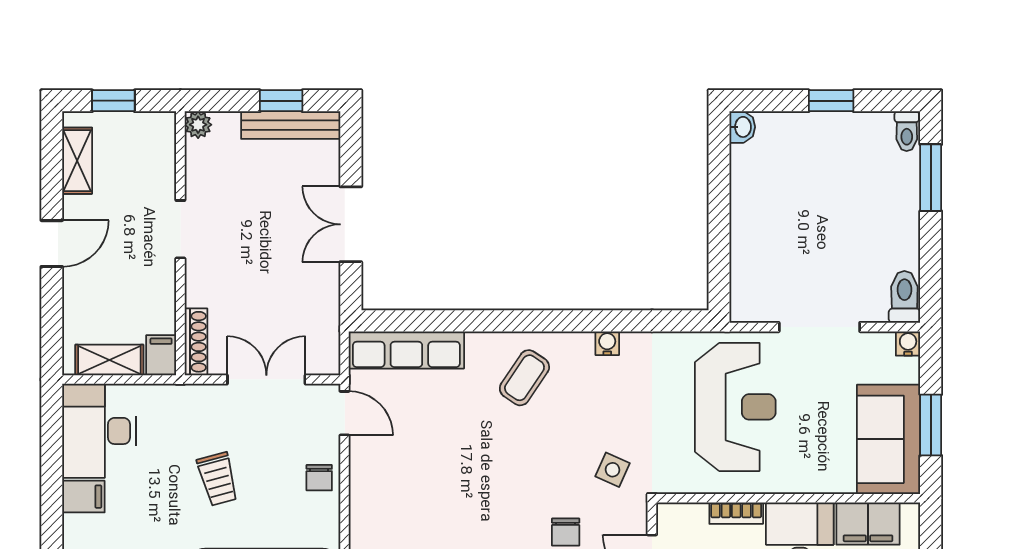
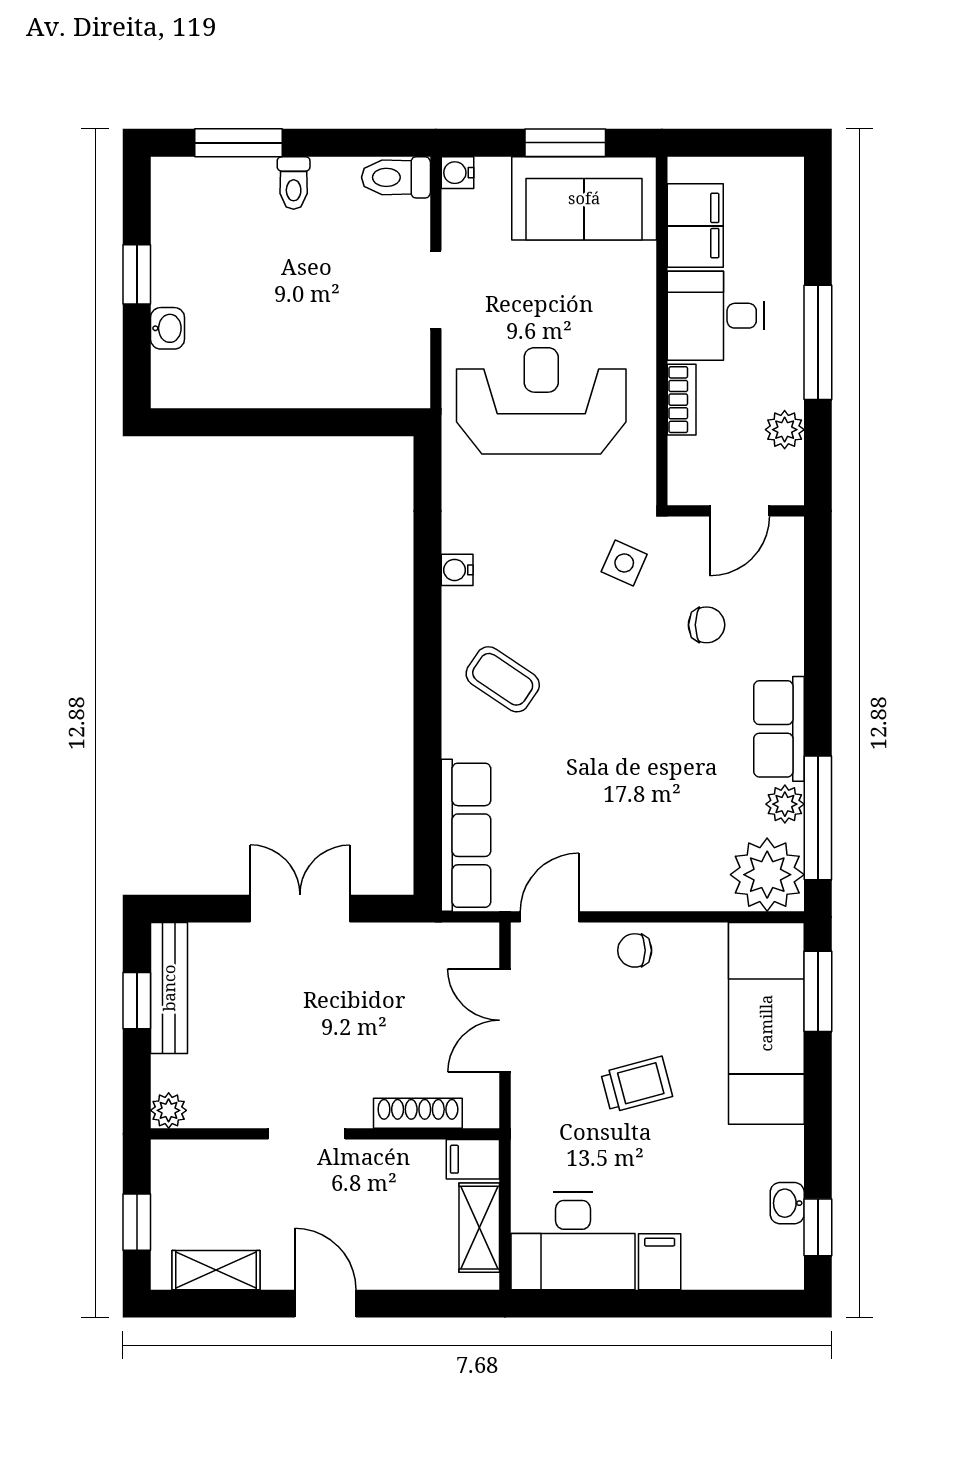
washbasin: (742, 127) -> (167, 328), moved, turned 90
toilet: (907, 131) -> (294, 183), moved, turned 90
double door: (351, 224) -> (300, 909), swing flipped
doorway: (819, 327) -> (436, 290), width x0.73
shoe rack: (196, 342) -> (418, 1113), moved
chair: (319, 478) -> (635, 950), turned 180

